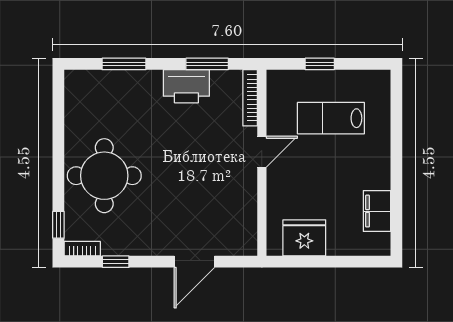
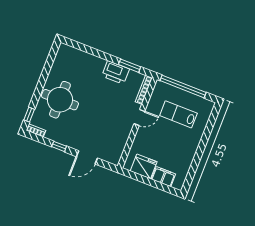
window: (124, 64) -> (90, 50), removed
window: (320, 64) -> (183, 87), width x3.17
filing cabinet: (377, 211) -> (163, 177), moved, turned 90
window: (116, 262) -> (59, 146), moved

